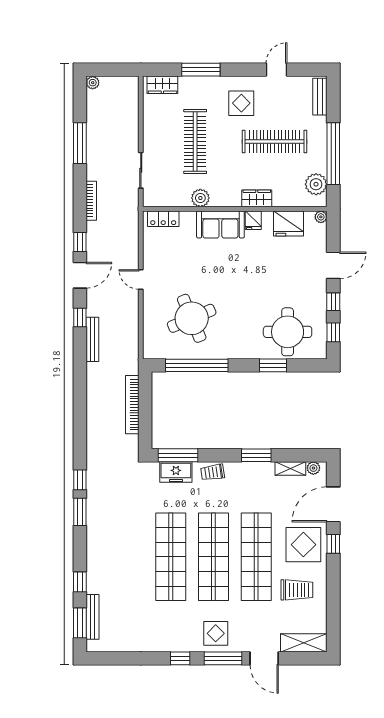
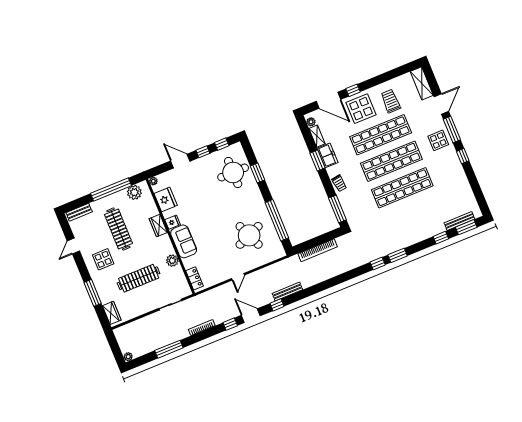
door: (276, 70) -> (73, 246), hinge flipped
freezer: (176, 472) -> (328, 155), moved

